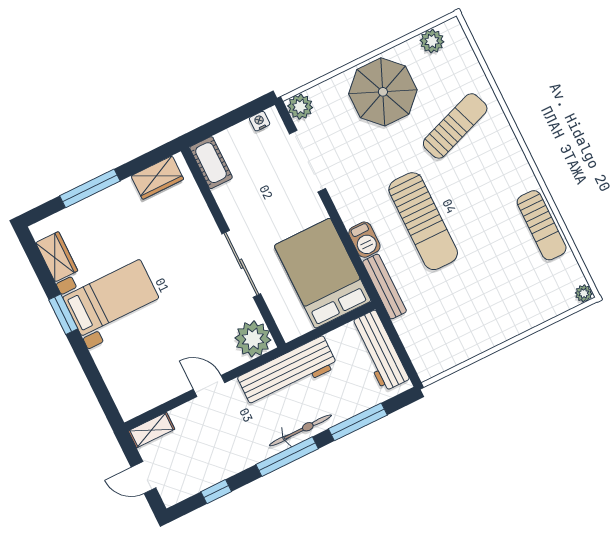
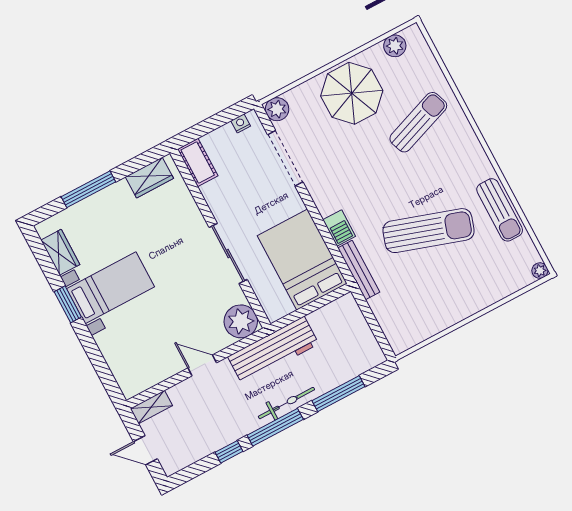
sun lounger: (423, 221) -> (429, 231), moved, turned -72
workbench: (379, 351) -> (356, 328), removed
window: (216, 492) -> (229, 452), moved

